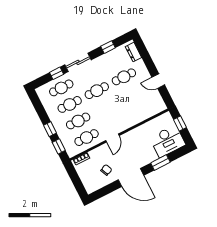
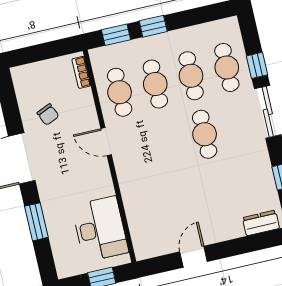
cafe table: (124, 77) -> (218, 193), removed
desk: (168, 141) -> (100, 229), moved, turned 180

